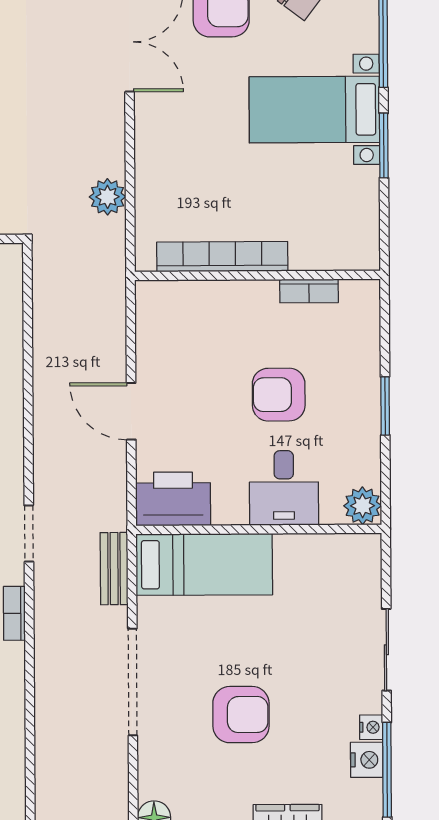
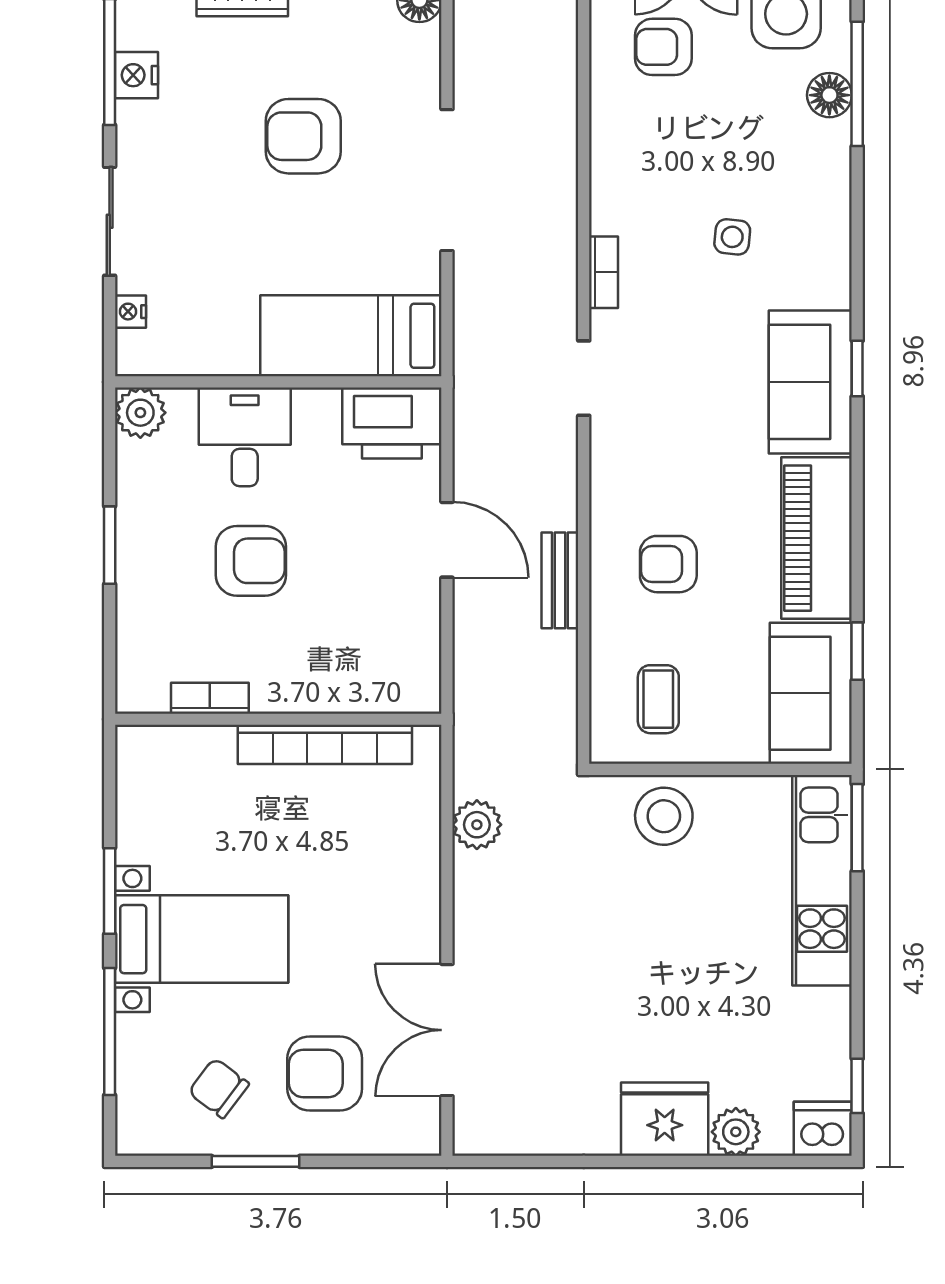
bench: (114, 569) -> (560, 580), moved
nightstand: (371, 727) -> (130, 312), moved

